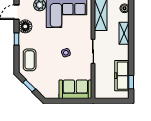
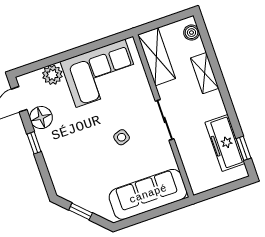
coffee table: (30, 60) -> (67, 169), removed
sofa: (75, 89) -> (148, 194), width x1.36

